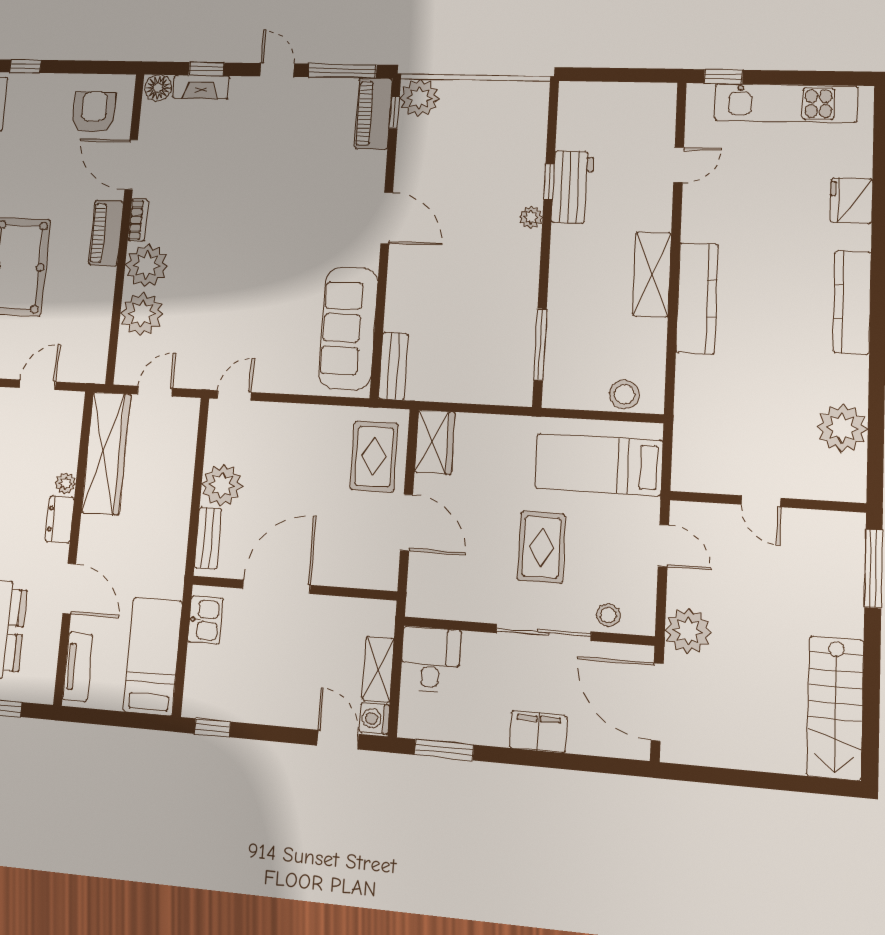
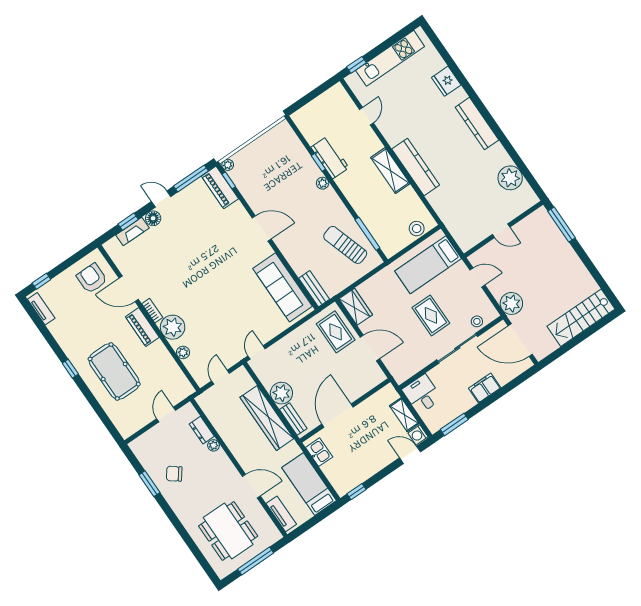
floor lamp: (158, 88) -> (153, 218), moved
plant: (419, 98) -> (228, 165), width x0.53, depth x0.53
plant: (142, 314) -> (183, 352), width x0.53, depth x0.53
sun lounger: (492, 336) -> (345, 245), added
wardrobe: (106, 453) -> (267, 418), moved, turned 180
dresser: (60, 519) -> (202, 430), moved
stairs: (835, 708) -> (581, 318), moved, turned 90

